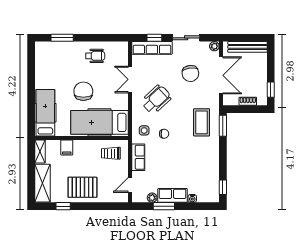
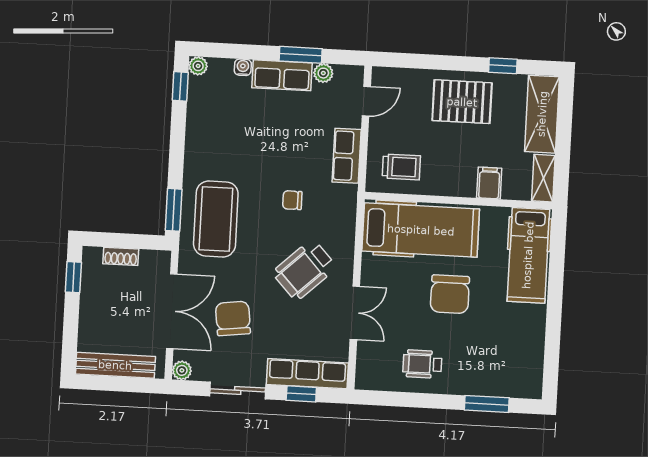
double door: (221, 75) -> (172, 311), swing flipped
coffee table: (202, 122) -> (216, 219), width x1.36, depth x1.32
side table: (144, 130) -> (332, 209), removed
plant: (214, 198) -> (198, 66), added

